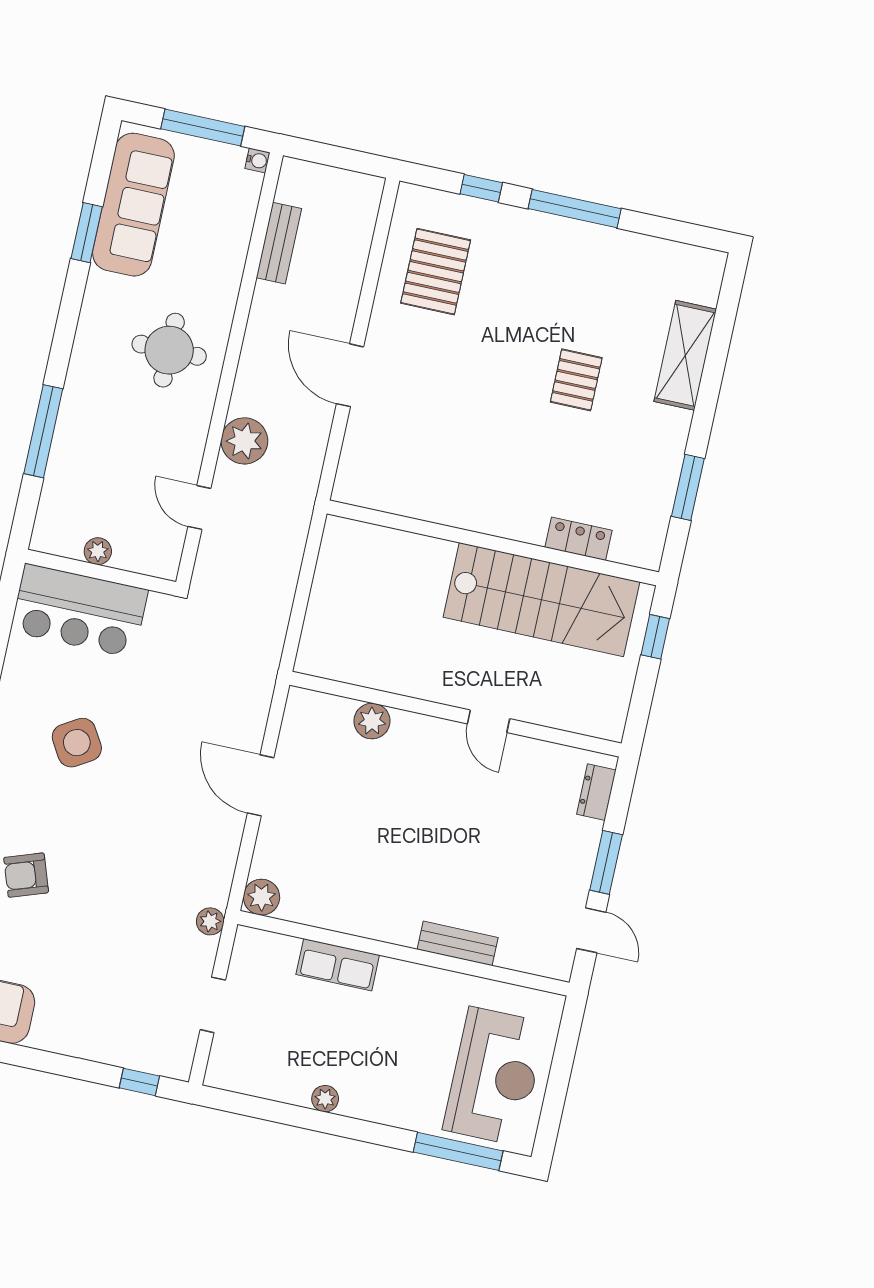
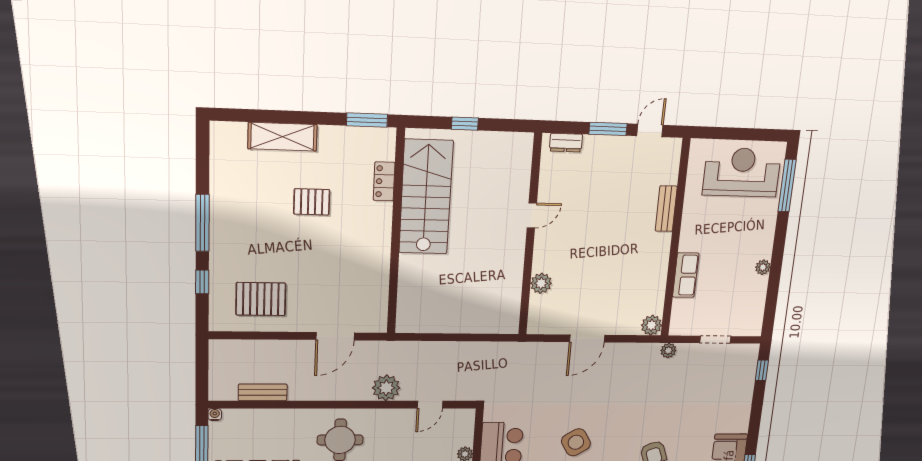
locker: (578, 539) -> (384, 181), moved
wall: (493, 543) -> (396, 233), moved
stairs: (541, 600) -> (426, 197), moved

